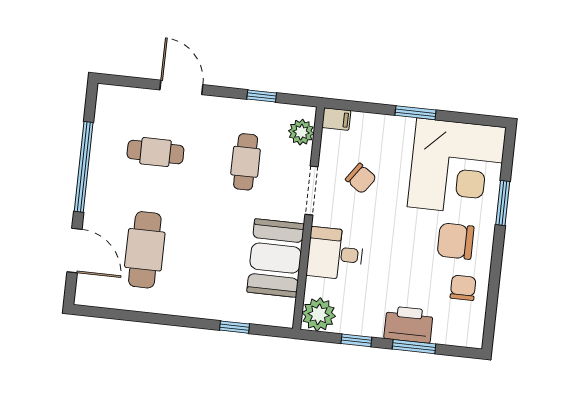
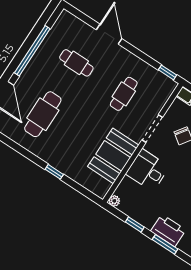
window: (262, 96) -> (167, 72), moved
plant: (301, 132) -> (163, 93), removed
plant: (319, 314) -> (114, 201), width x0.53, depth x0.53
window: (234, 327) -> (54, 172), moved

